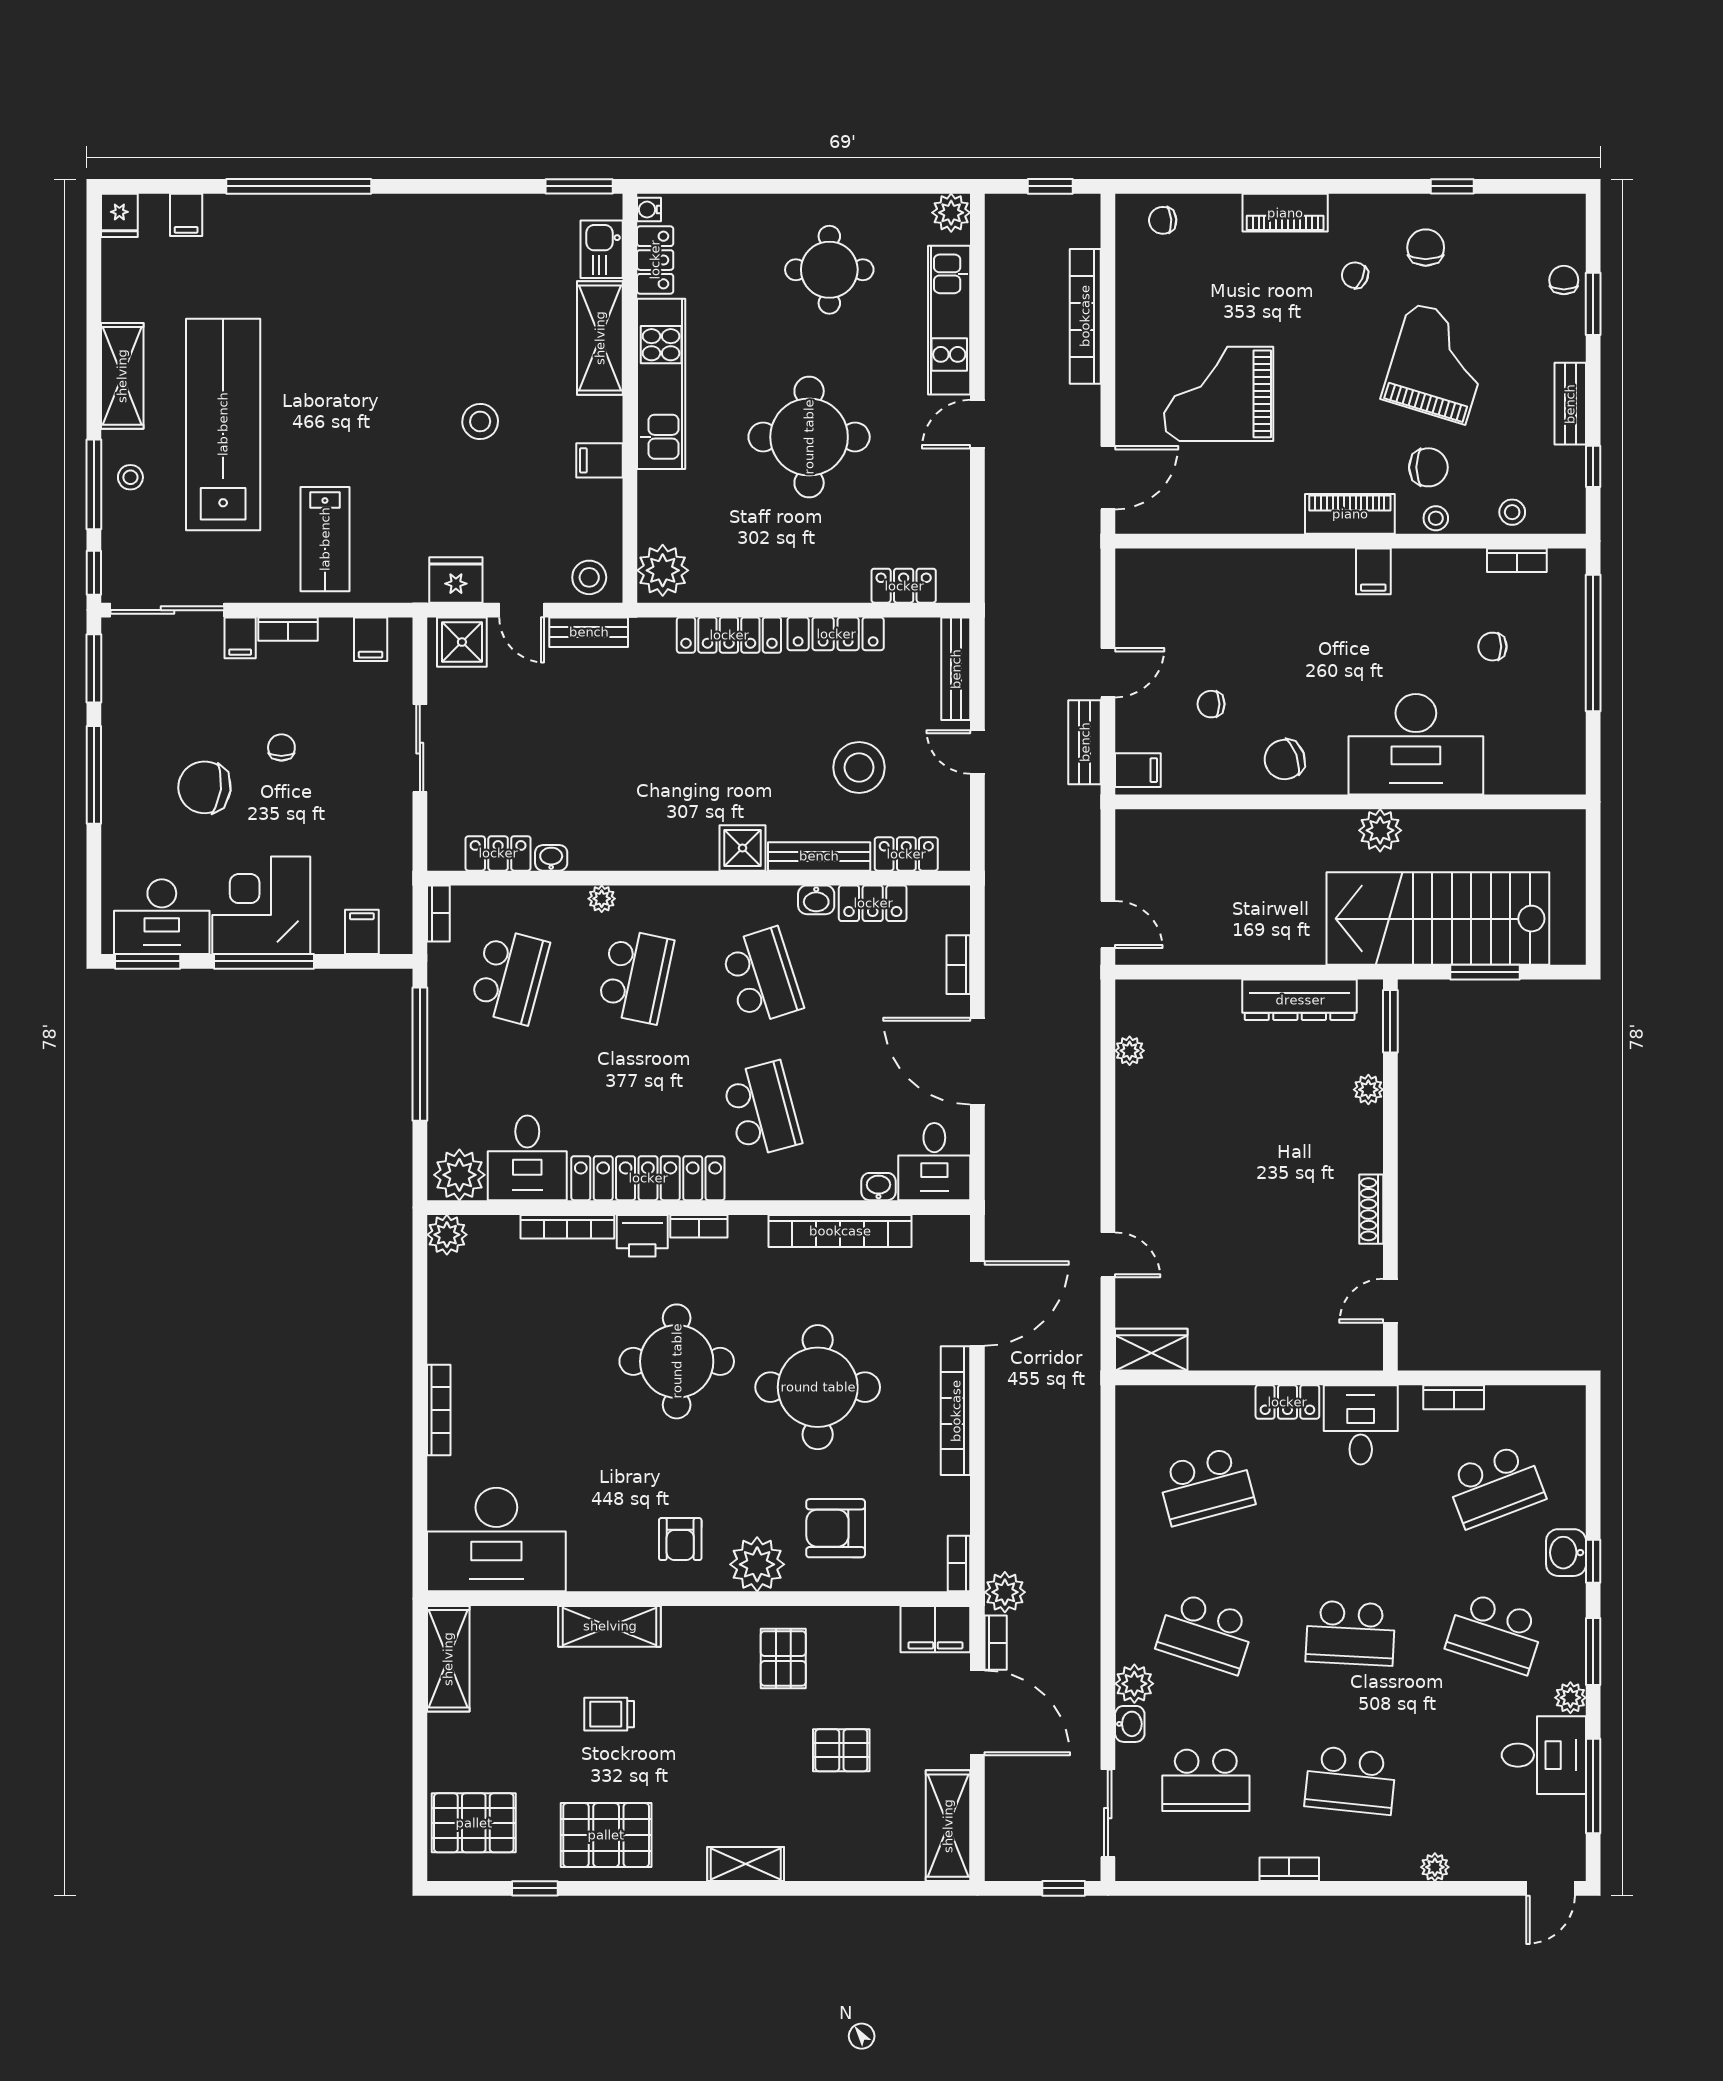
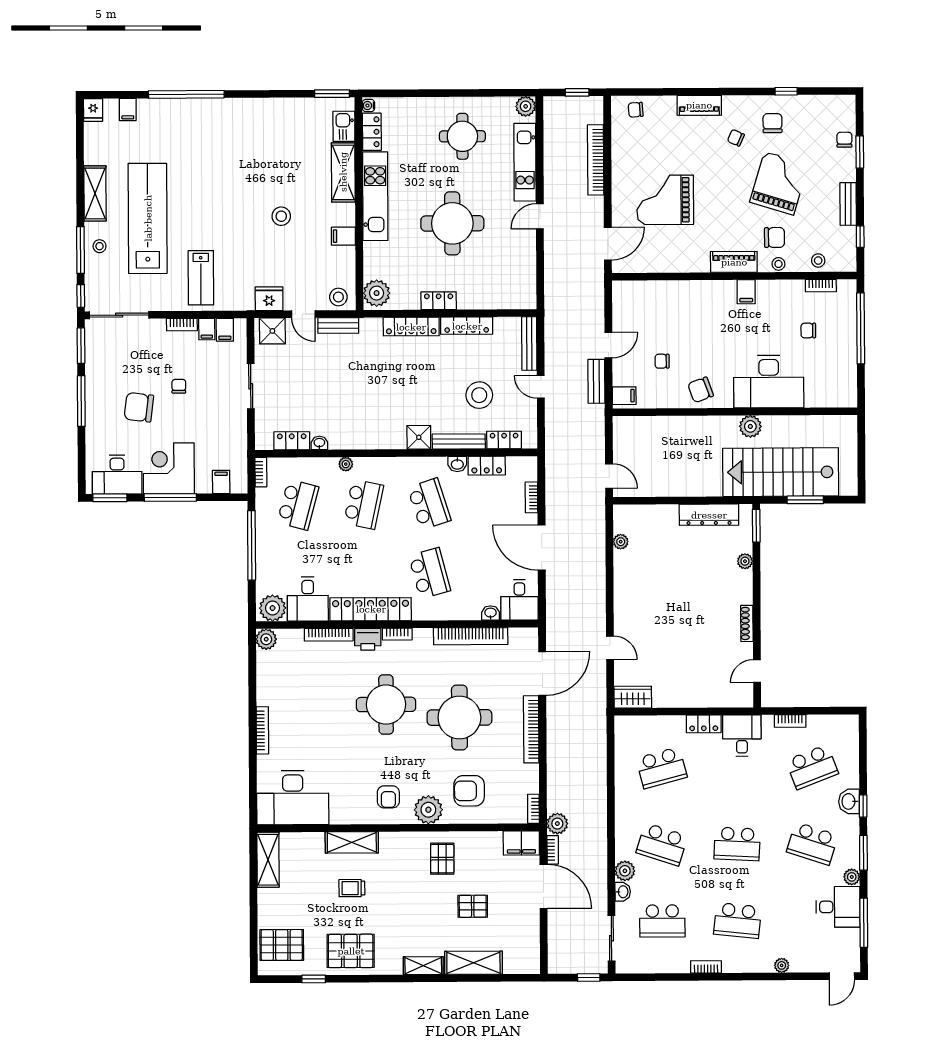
locker: (904, 586) -> (439, 301), moved
filing cabinet: (240, 638) -> (207, 329), moved
shelving: (948, 1826) -> (473, 963), moved, turned 90

